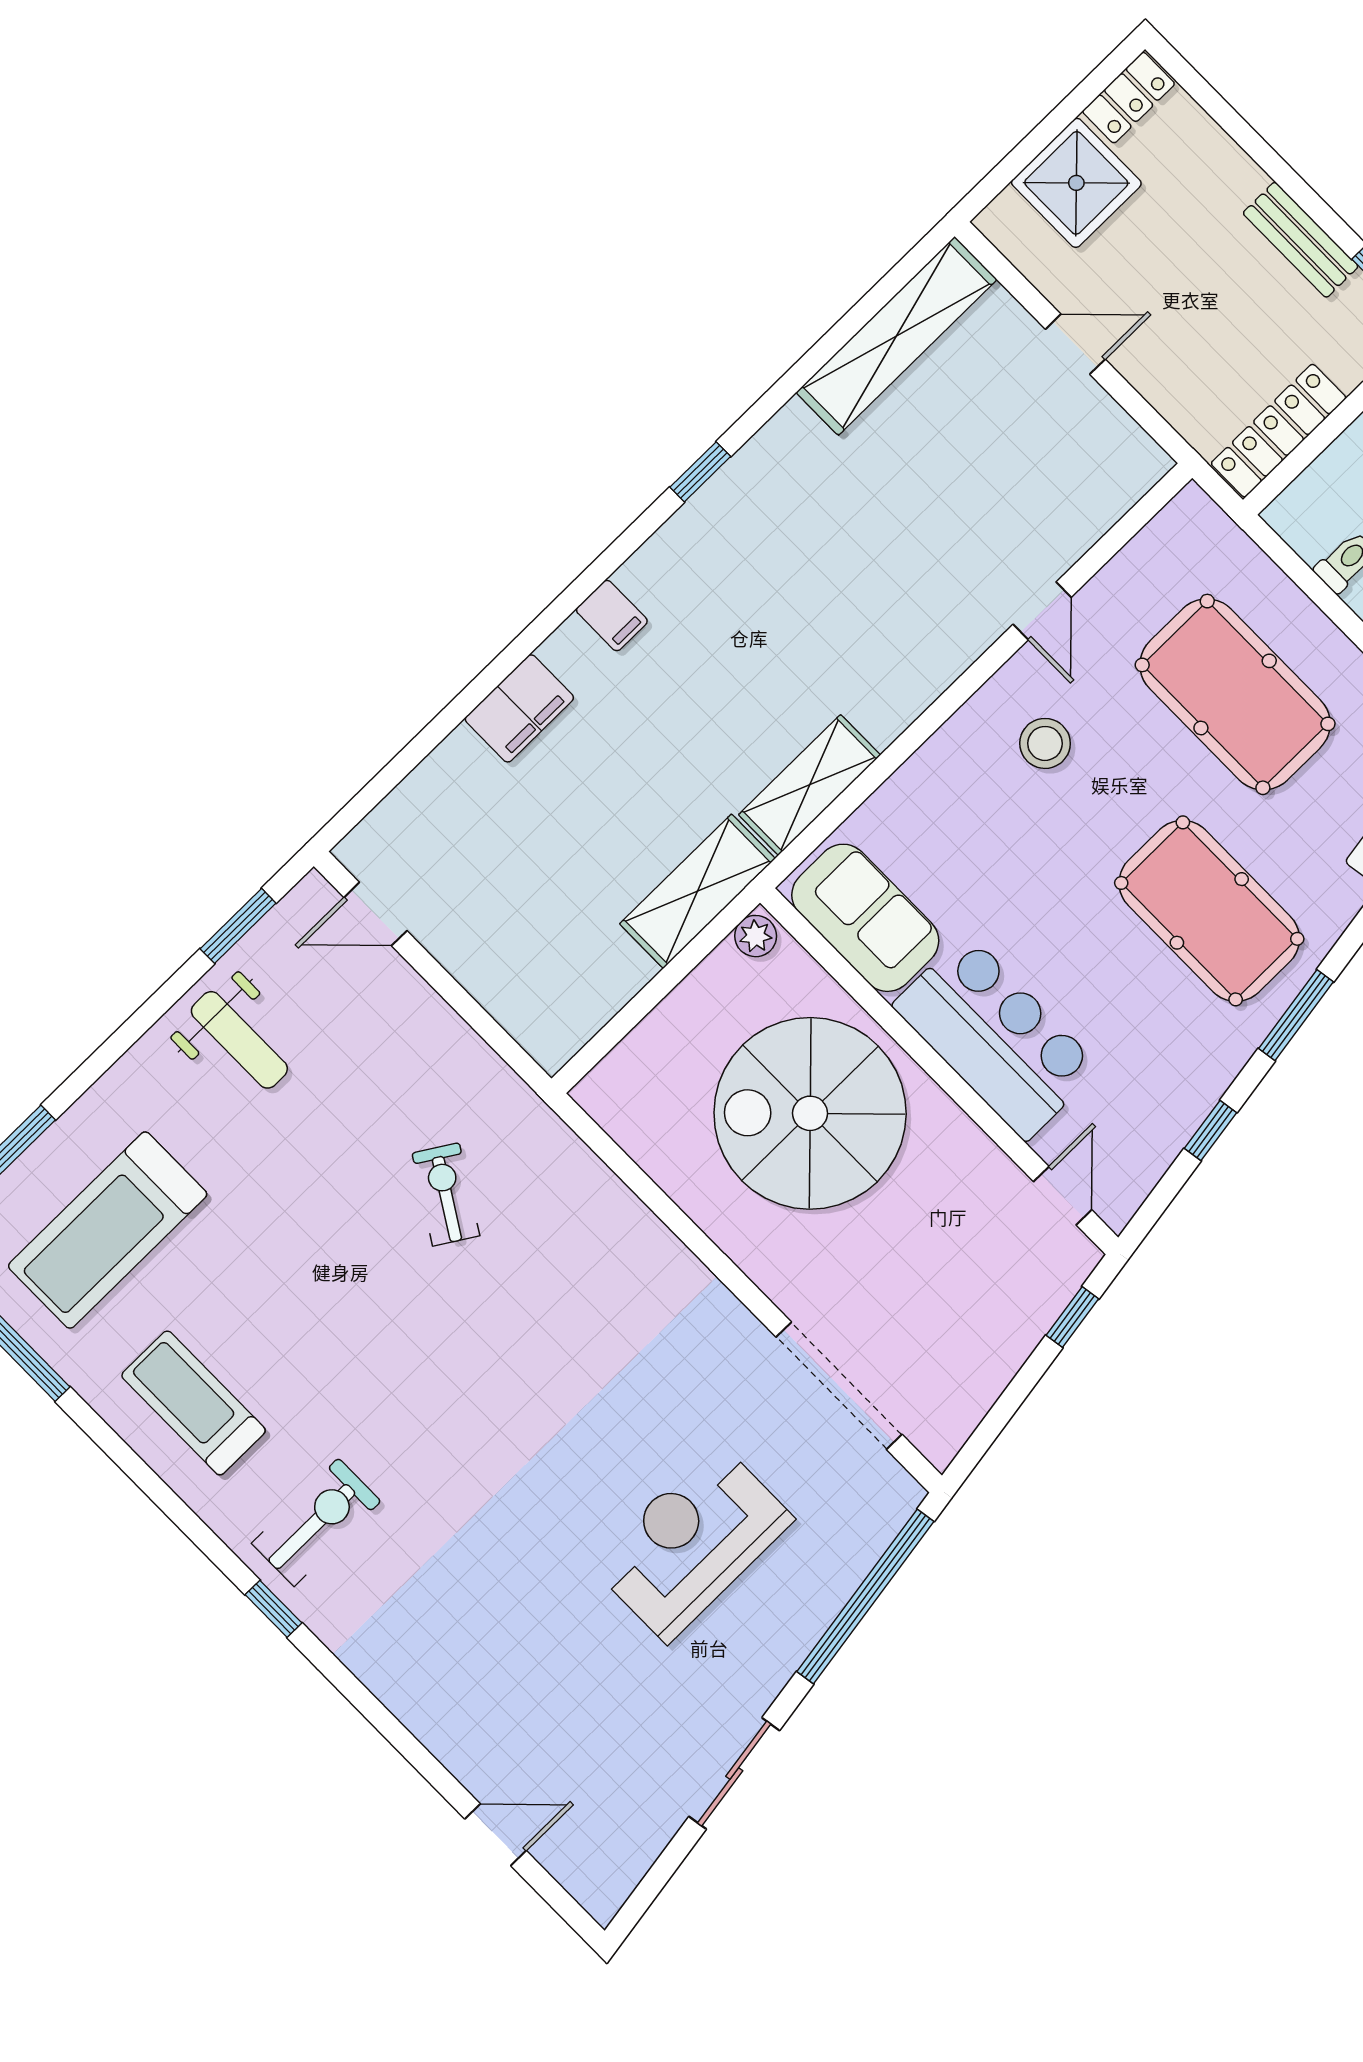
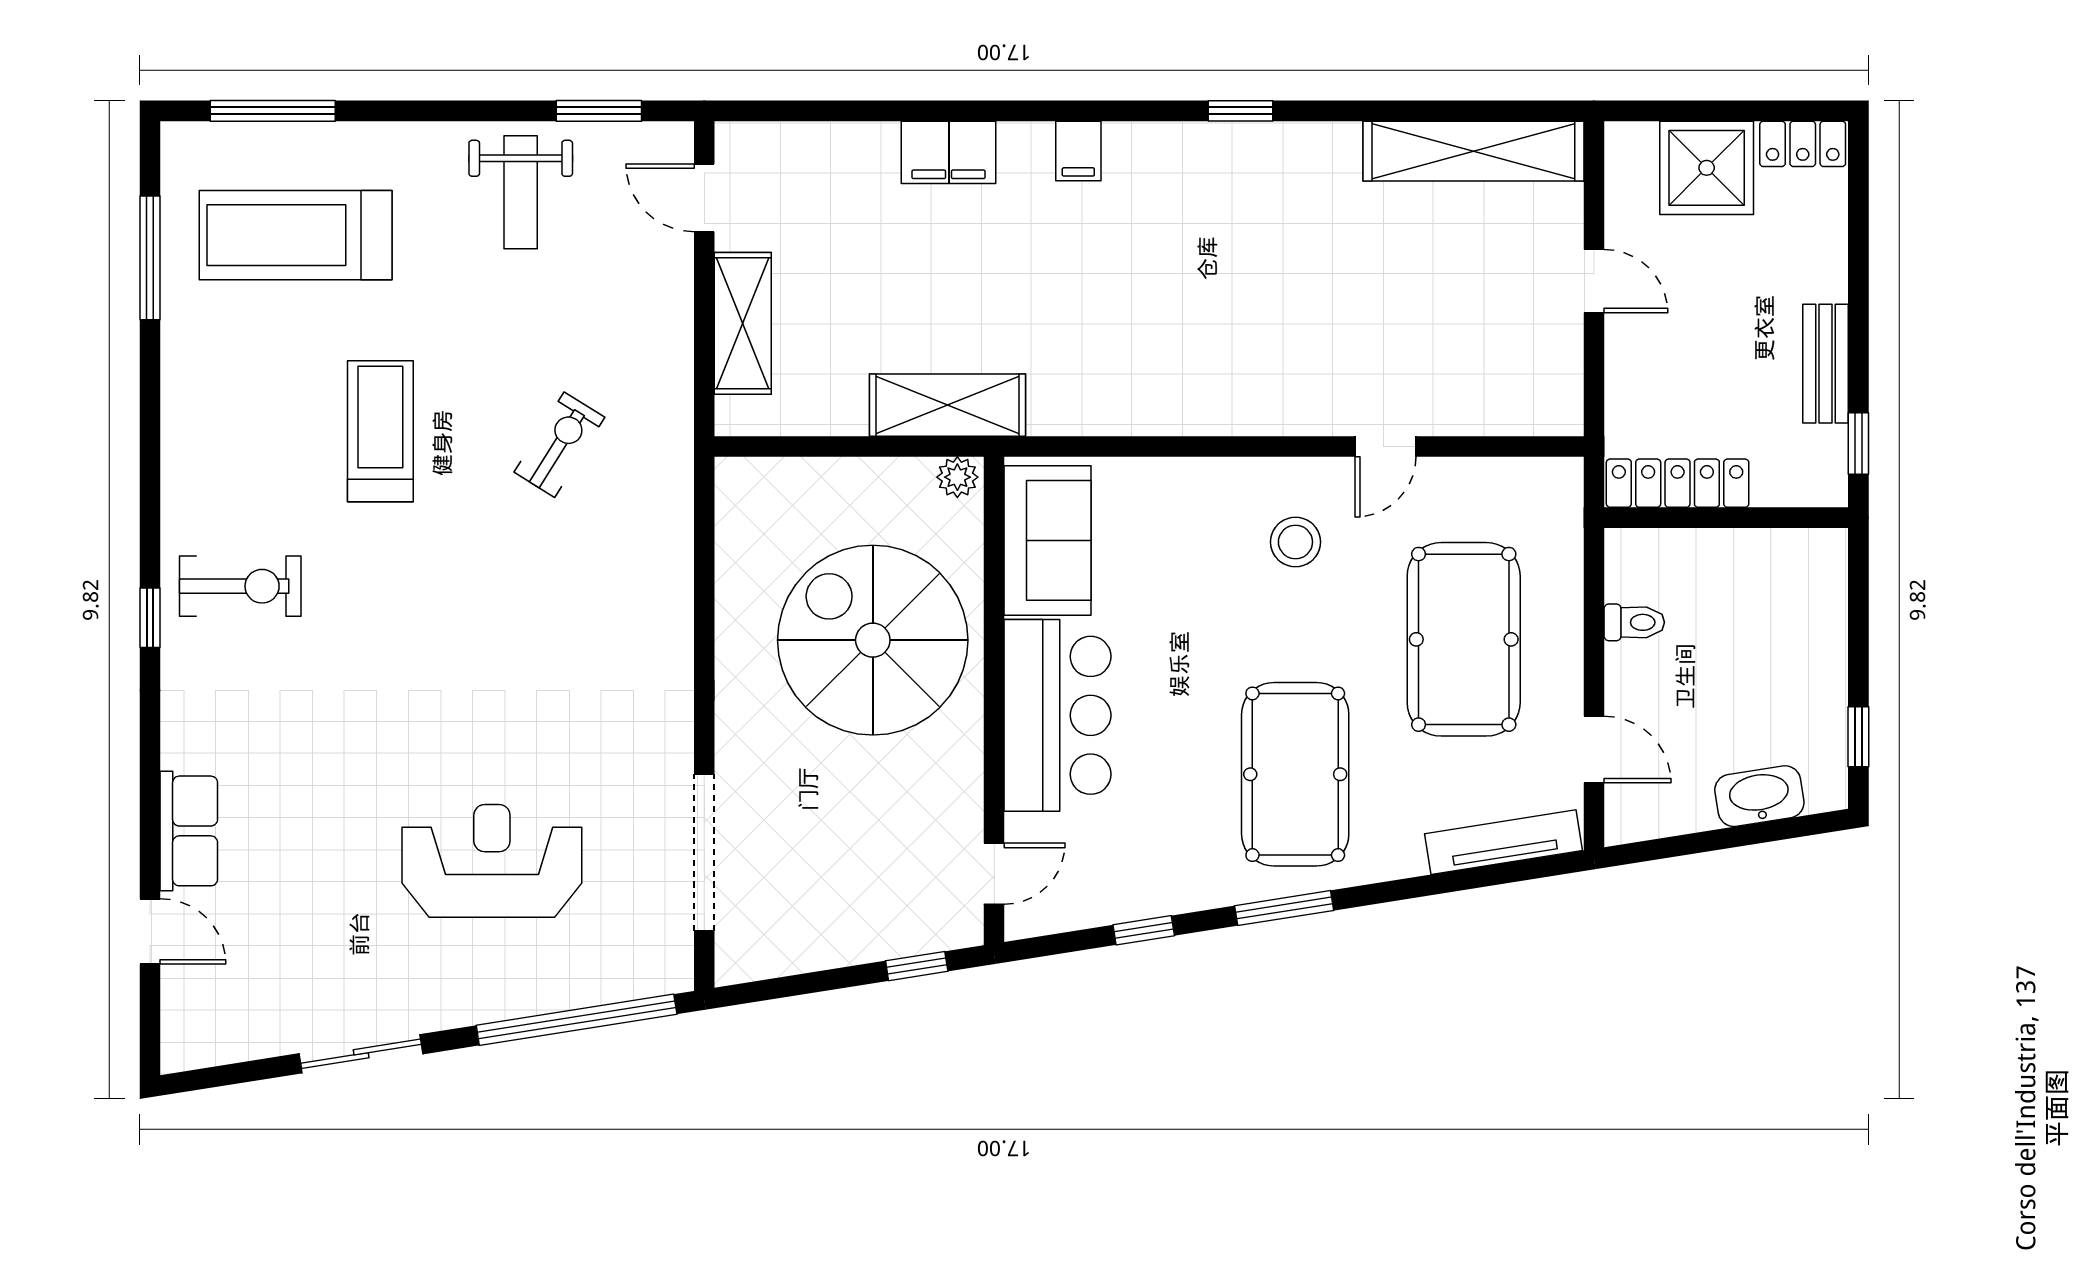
shelving: (810, 785) -> (743, 323), moved, turned 90
treadmill: (194, 1403) -> (380, 431), moved
row of seats: (452, 1735) -> (189, 831), added

